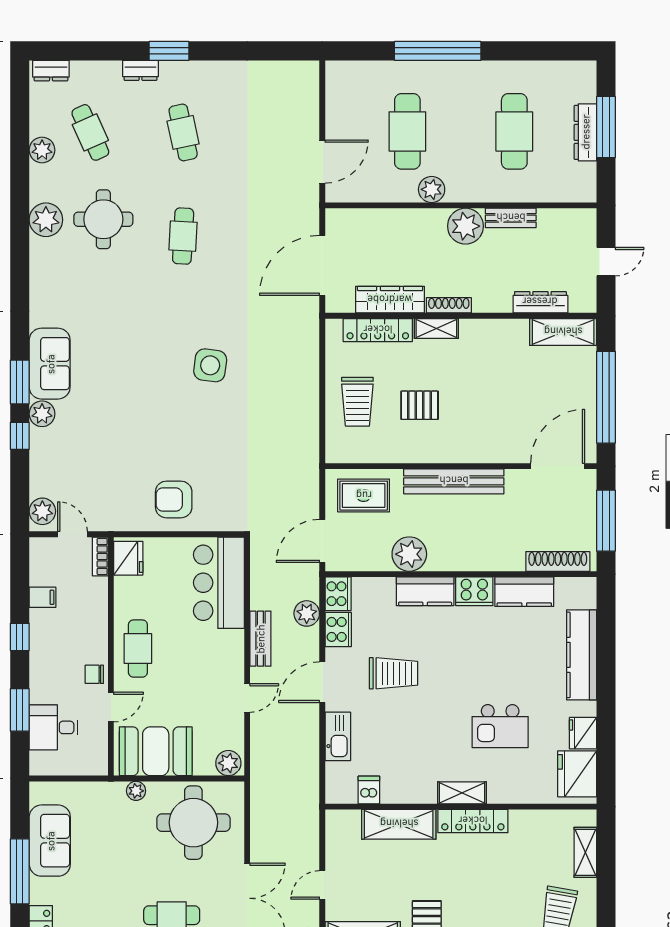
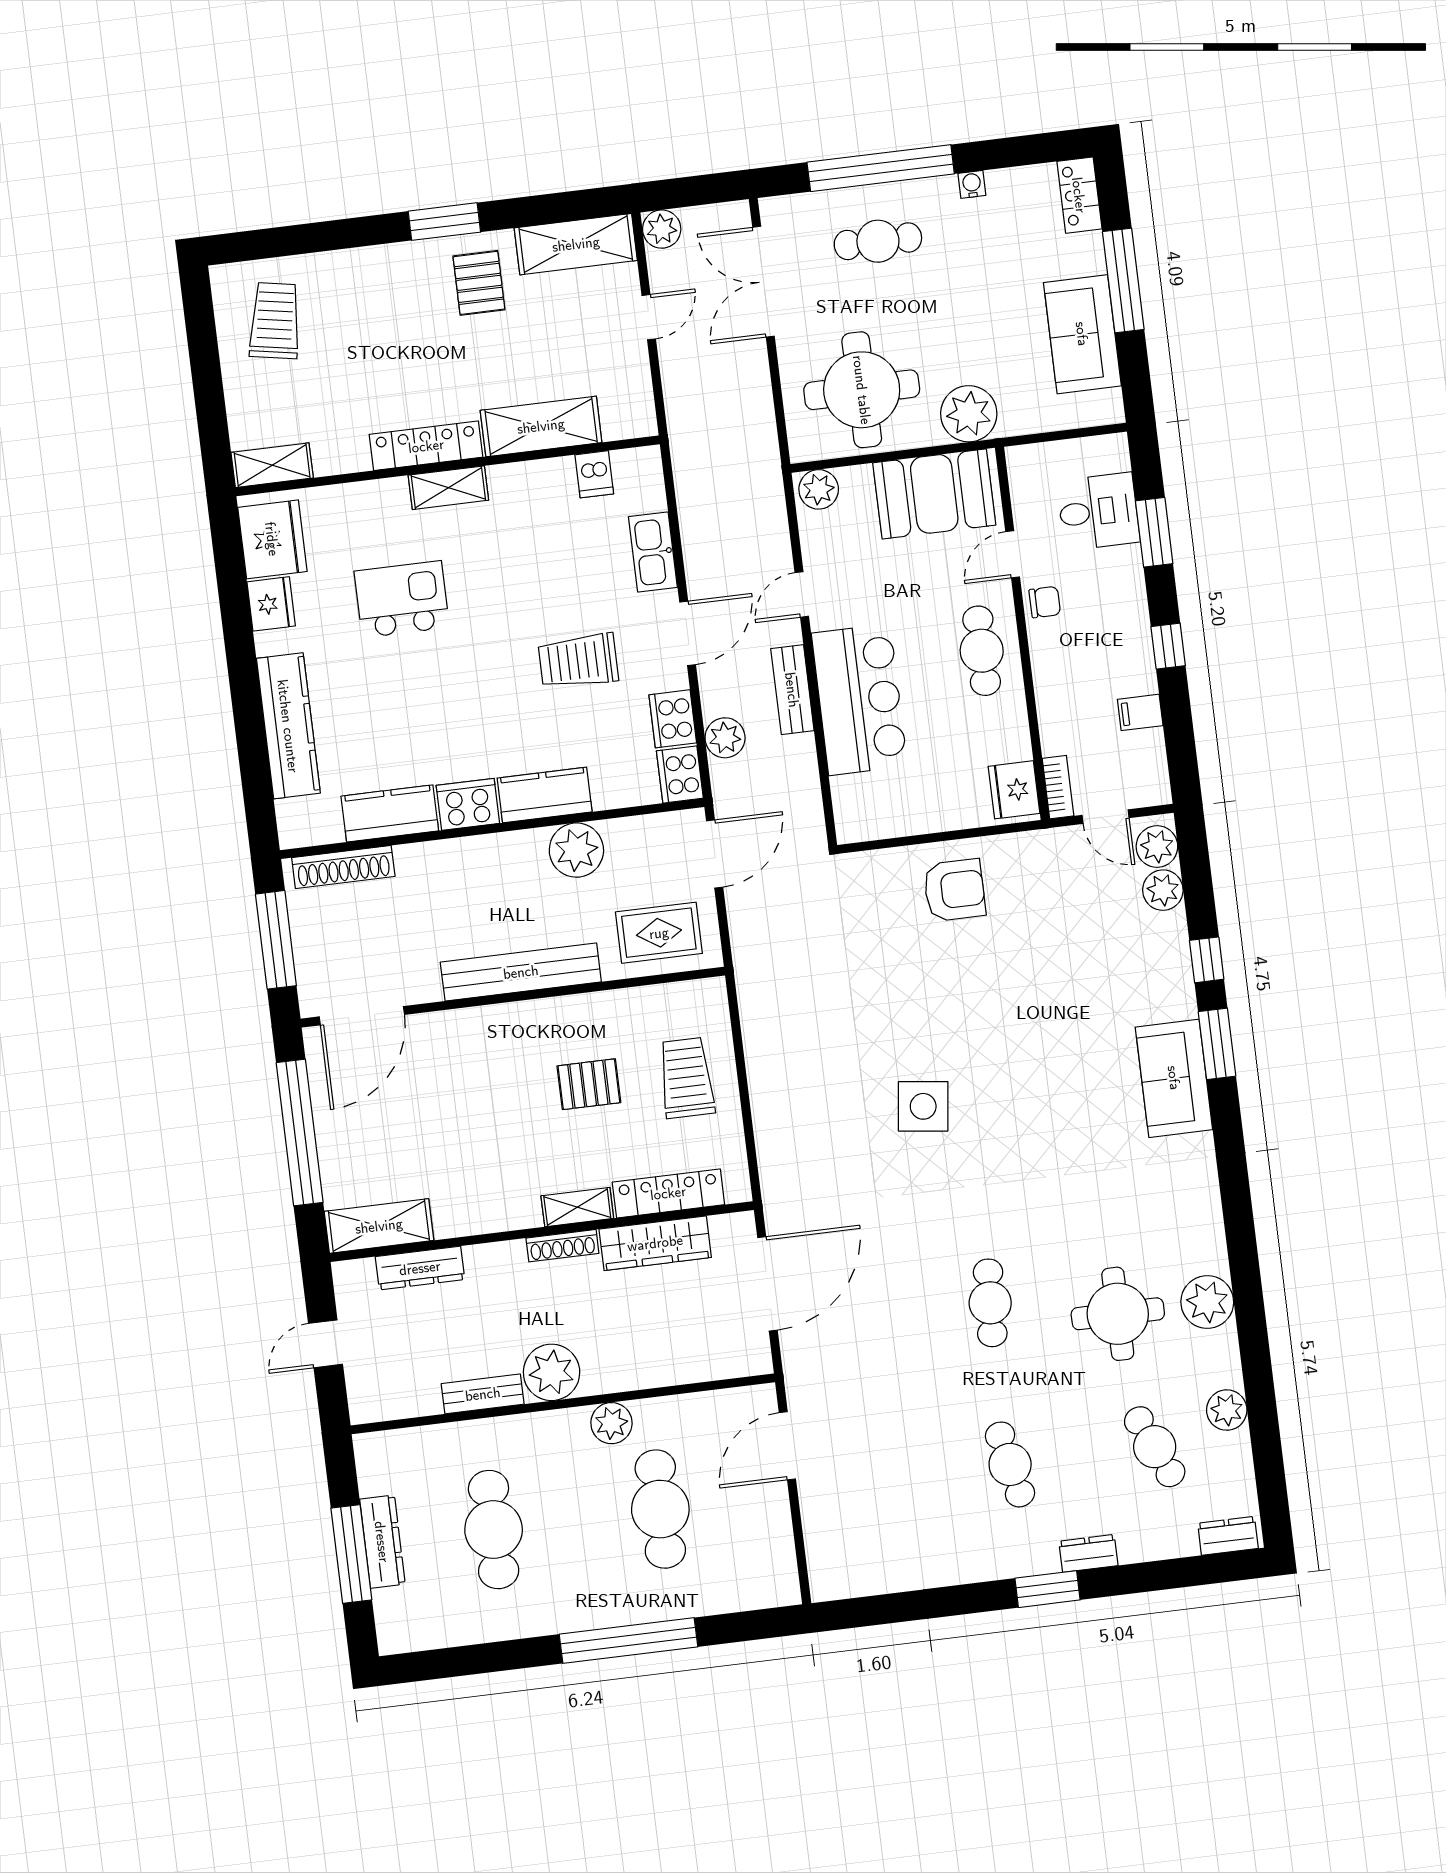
plant: (42, 414) -> (1163, 890), moved
bar counter: (219, 583) -> (859, 700), moved
plant: (136, 791) -> (969, 414), width x1.88, depth x1.88
shelving: (585, 852) -> (272, 465), moved, turned 90

